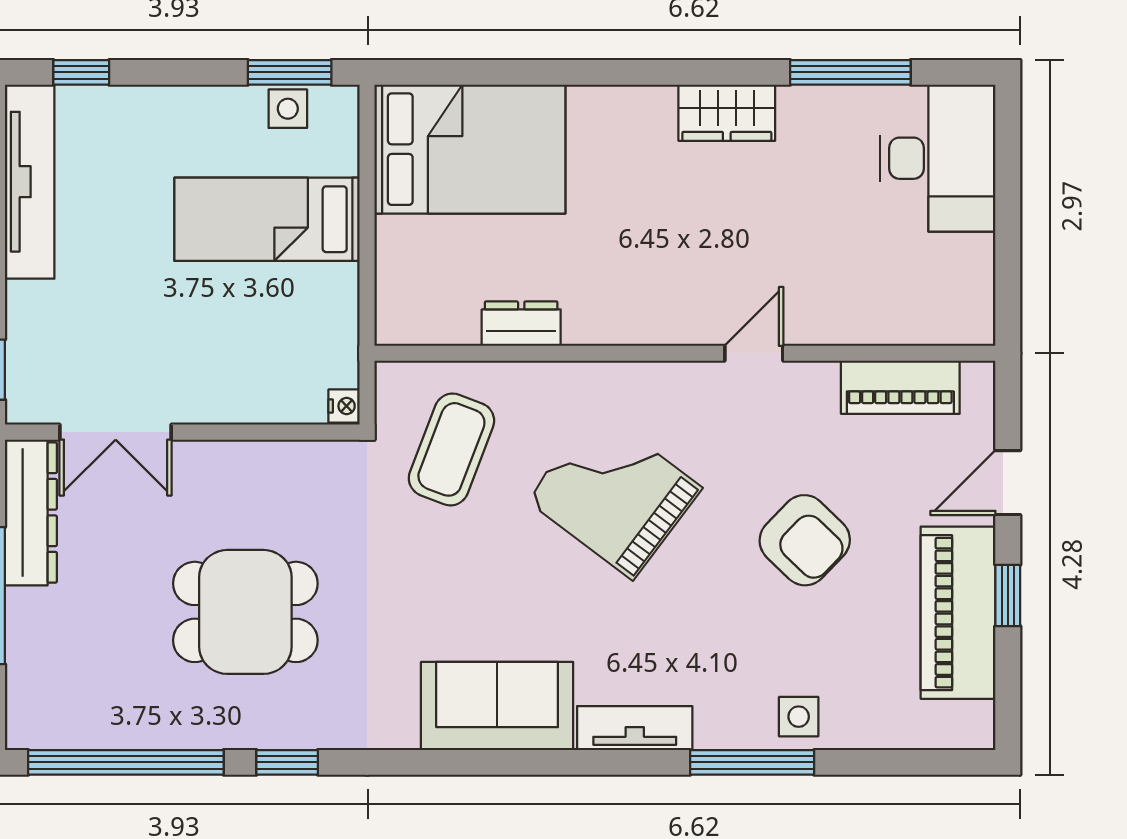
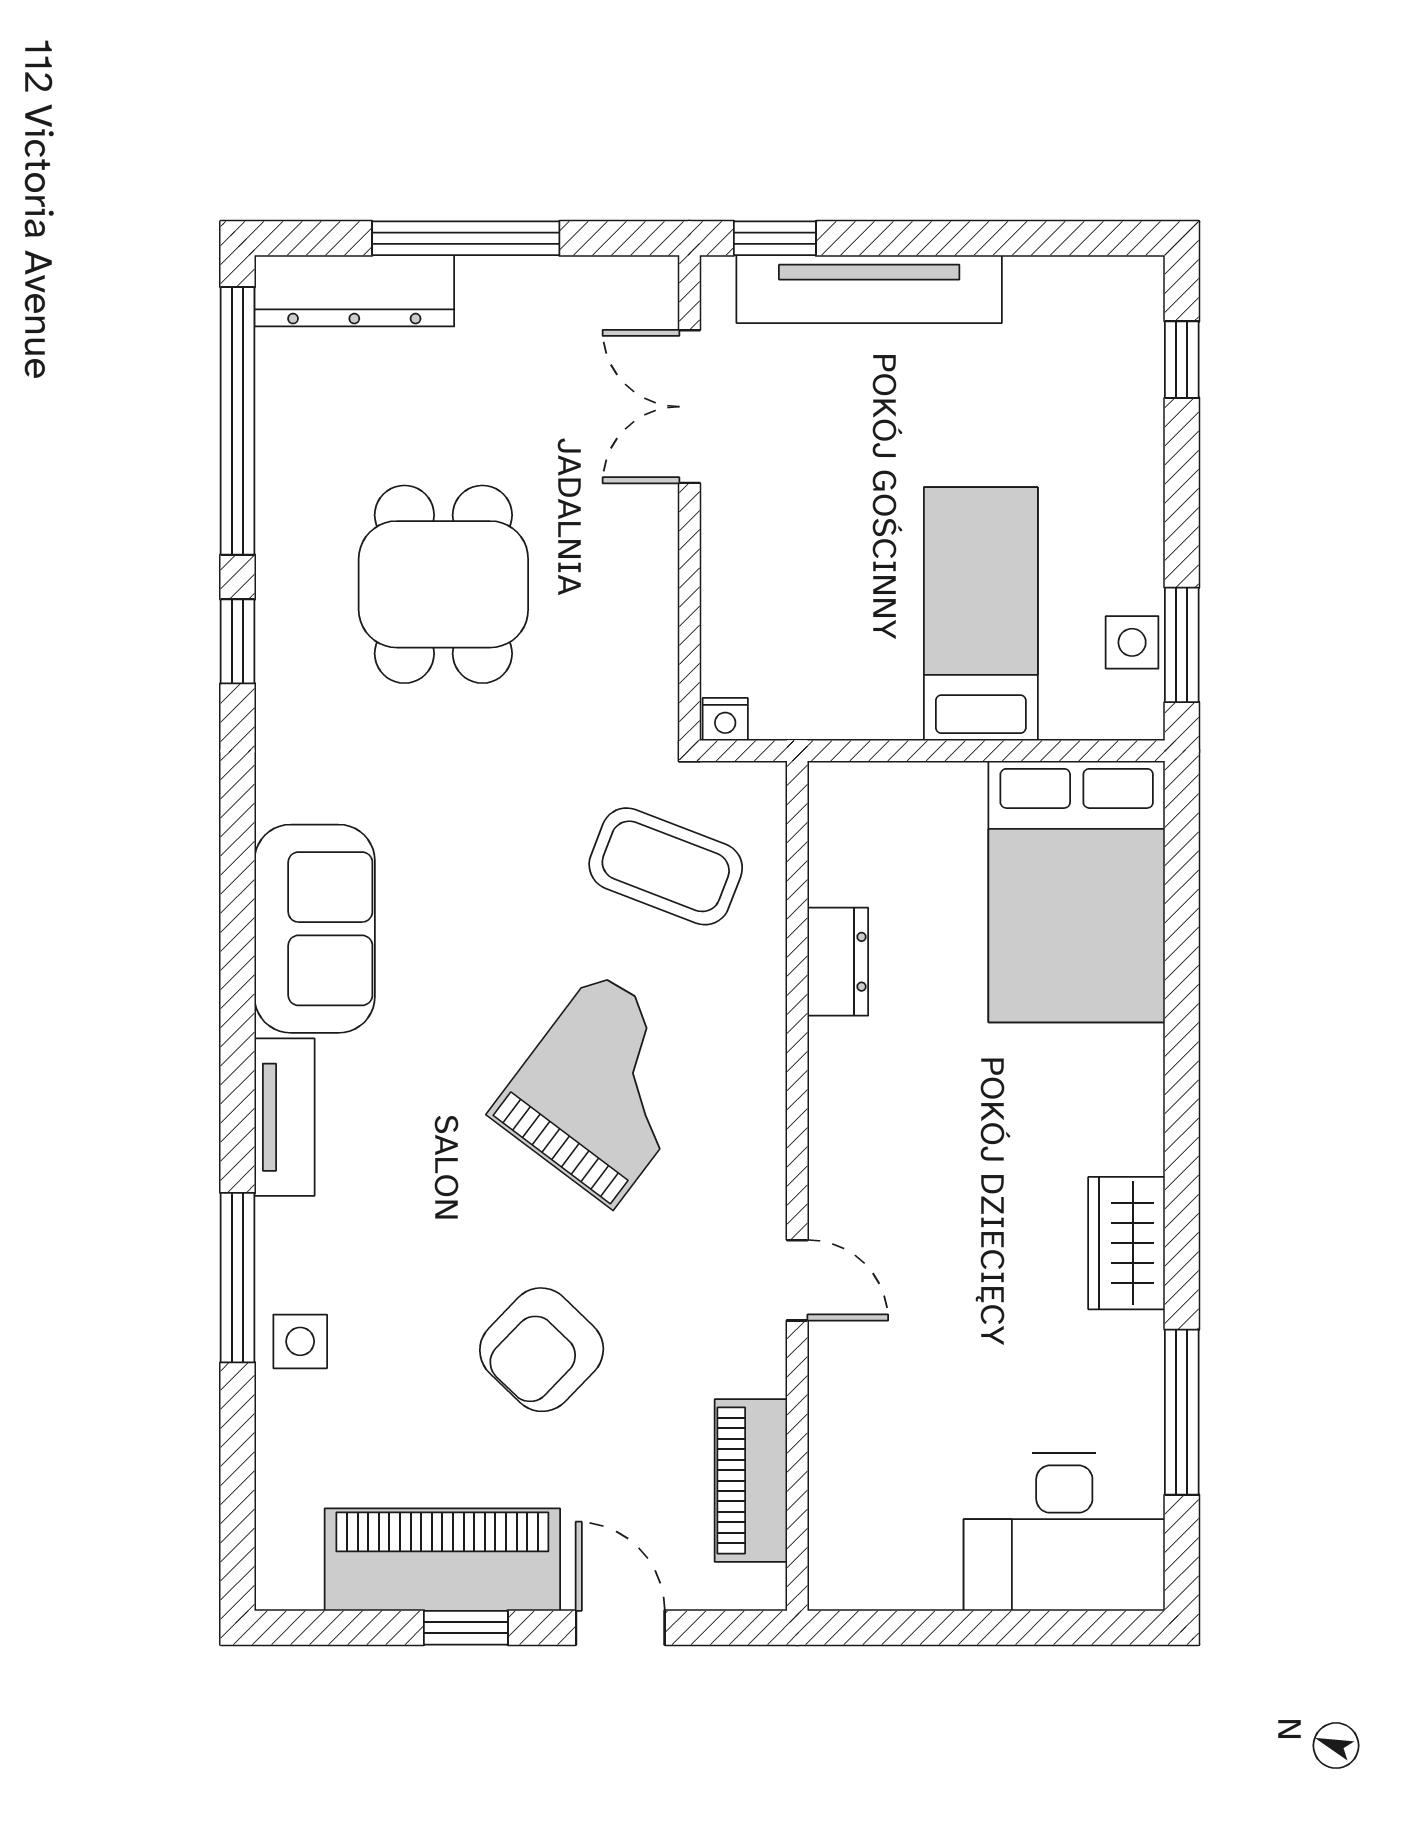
tv unit: (30, 182) -> (869, 289), moved
dresser: (31, 513) -> (354, 291), moved

